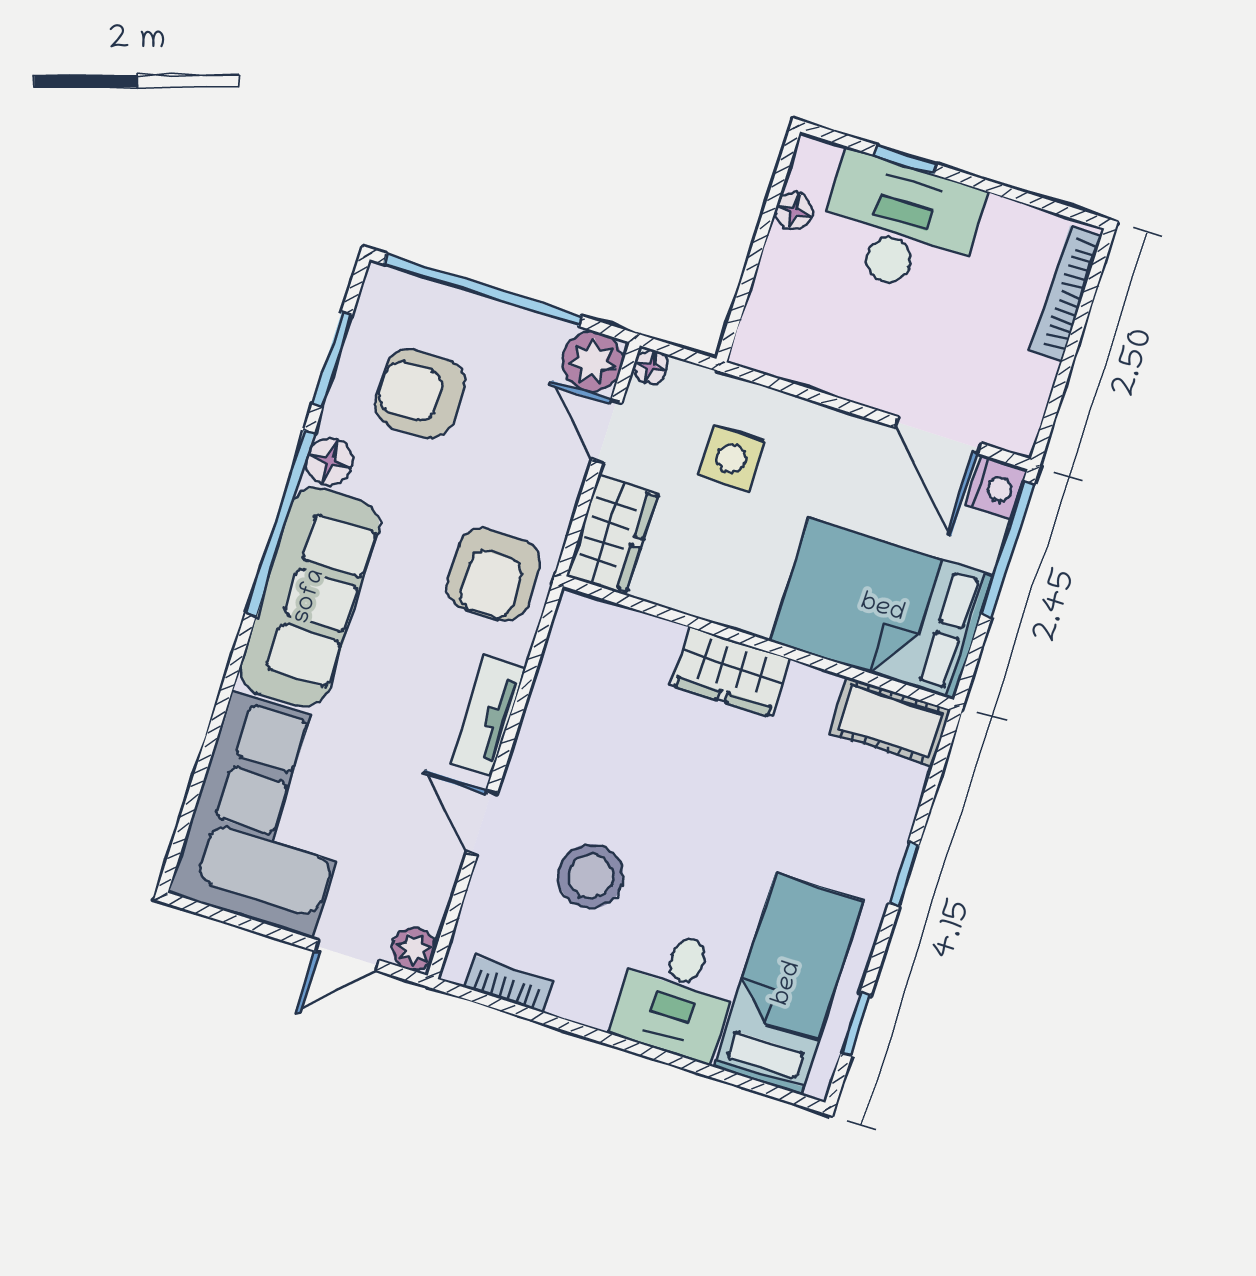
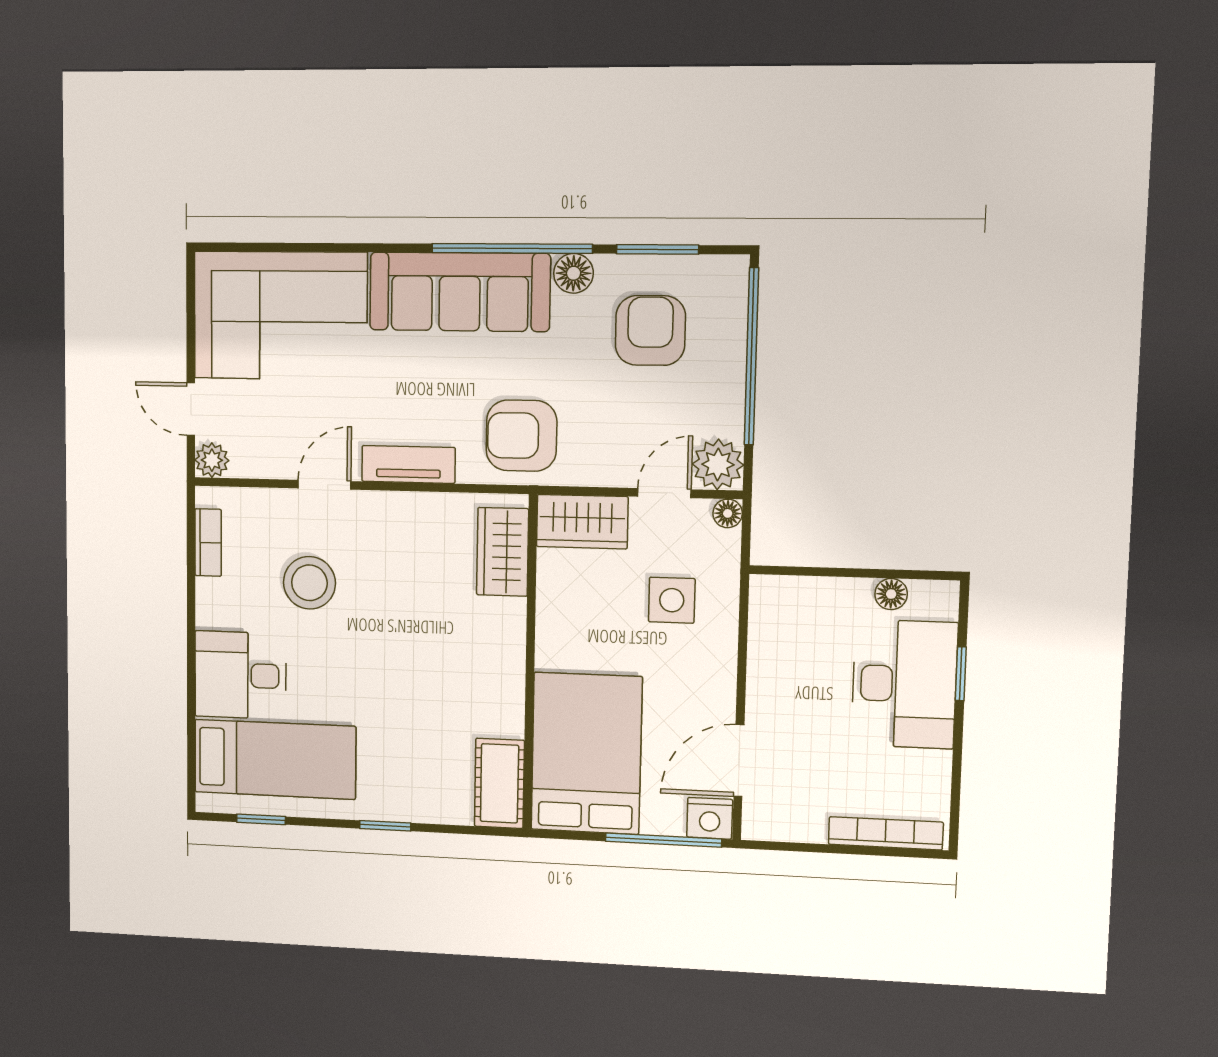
wardrobe: (731, 672) -> (503, 552), moved

